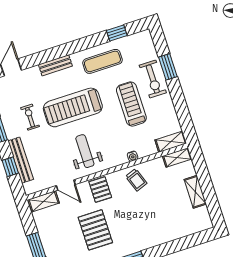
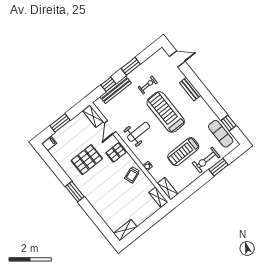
exercise mat: (102, 61) -> (221, 134), moved
treadmill: (131, 104) -> (183, 152), turned 180
shelving: (195, 192) -> (125, 230), moved

